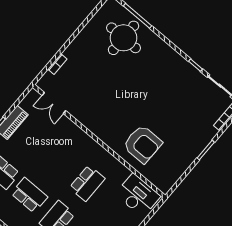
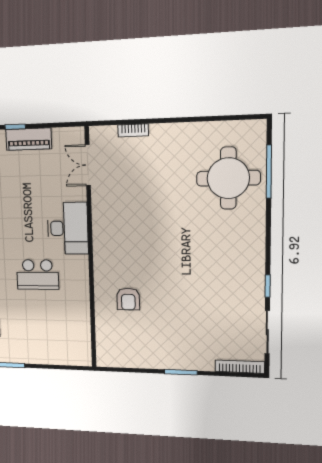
armchair: (143, 144) -> (128, 299), width x0.53, depth x0.53
desk: (138, 195) -> (68, 228), moved

